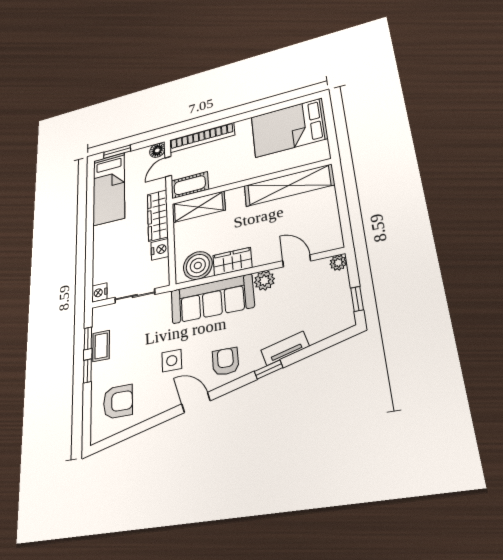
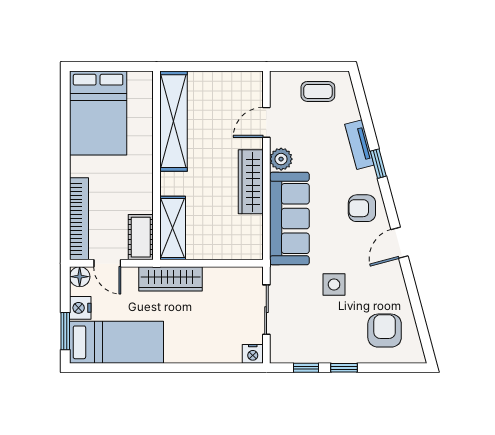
nightstand: (160, 249) -> (80, 308), moved, turned -90
wardrobe: (232, 261) -> (251, 182), width x1.50
plant: (338, 263) -> (279, 80), removed
boiler: (198, 265) -> (246, 233), removed
window: (357, 299) -> (322, 66), removed
coffee table: (101, 346) -> (318, 91), moved
side table: (172, 361) -> (334, 284), moved

